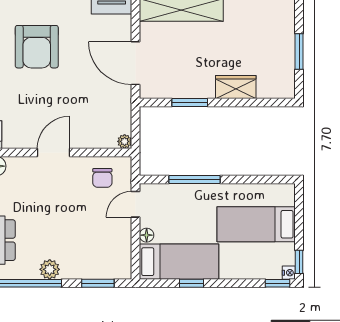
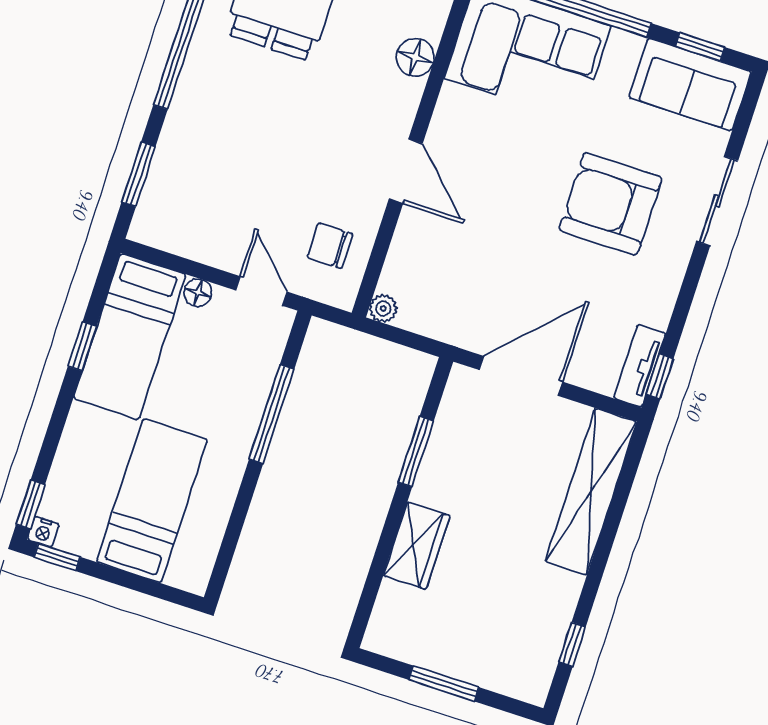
plant: (50, 269) -> (193, 94), removed

